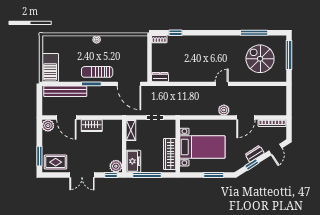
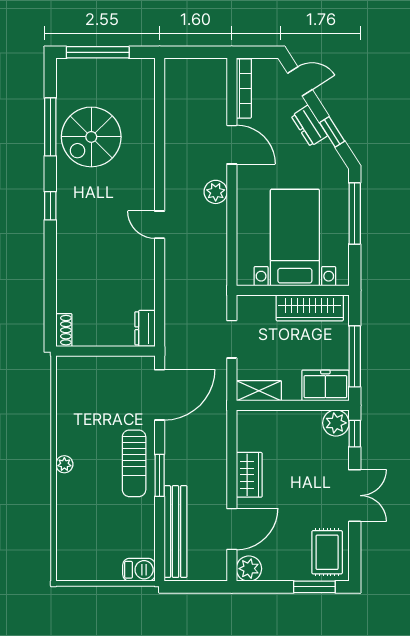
window: (175, 33) -> (50, 206), moved
spiral stairs: (260, 59) -> (91, 137), moved
barbecue: (50, 68) -> (139, 570), width x0.53, depth x0.65
door: (222, 84) -> (160, 225), moved
window: (214, 175) -> (355, 213), width x1.44

